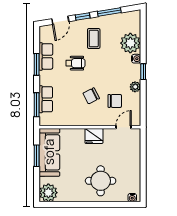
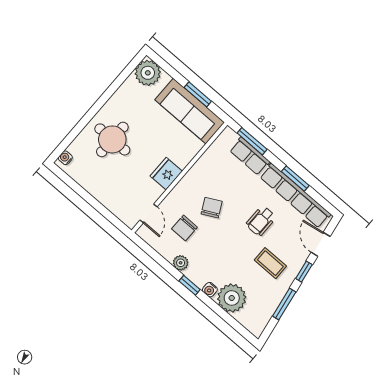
row of seats: (46, 56) -> (295, 196), width x2.02

